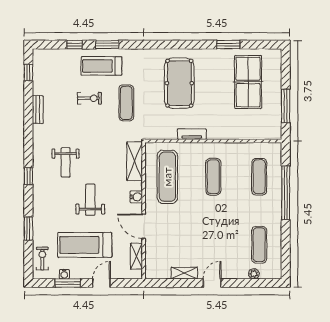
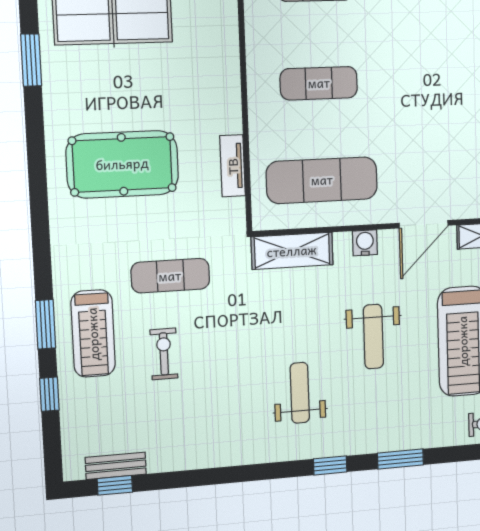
bench: (38, 110) -> (116, 466), moved
tv unit: (192, 134) -> (233, 166), moved
weight bench: (66, 162) -> (300, 393), turned -90
weight bench: (90, 200) -> (373, 337), turned -90
window: (28, 229) -> (401, 459), moved

